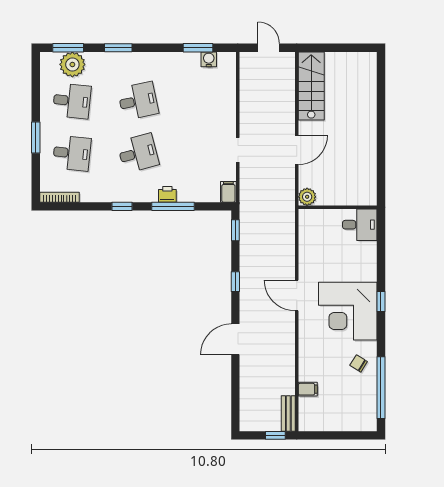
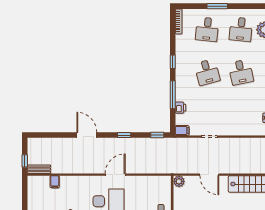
printer: (167, 194) -> (181, 108), moved

